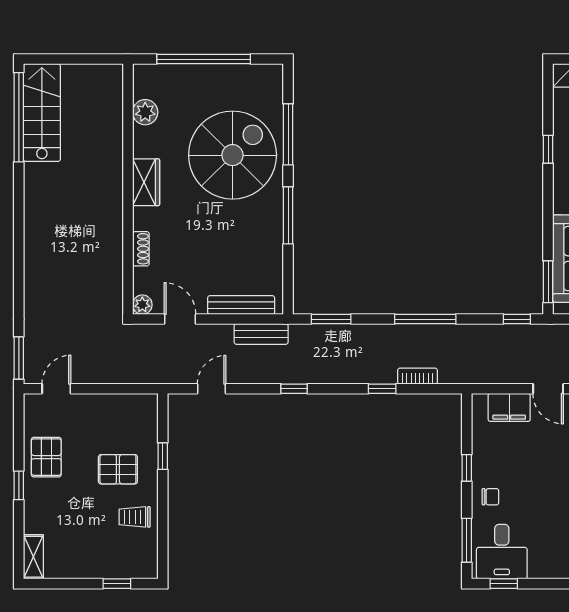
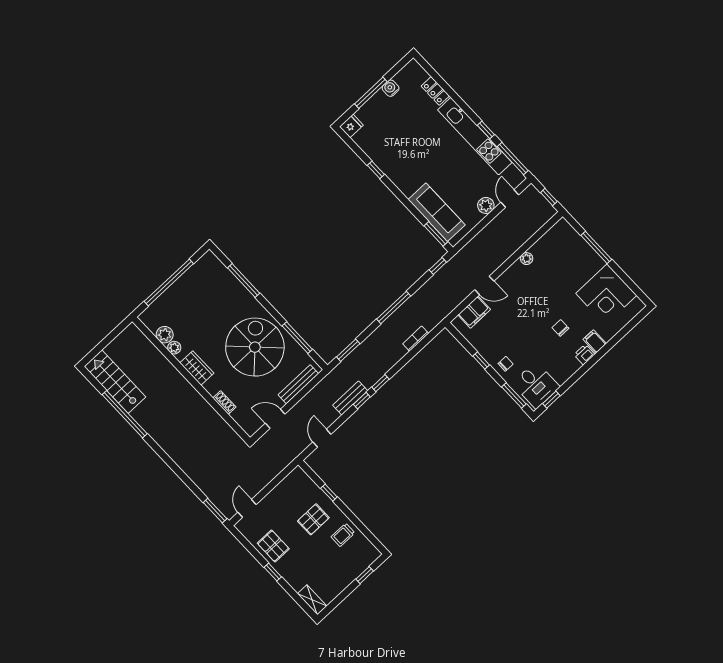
window: (19, 117) -> (125, 414), moved
spiral stairs: (233, 155) -> (255, 347), moved
window: (288, 215) -> (297, 338), moved
plant: (142, 305) -> (174, 348), moved
bench: (261, 334) -> (350, 398), moved
window: (382, 389) -> (380, 383), moved

